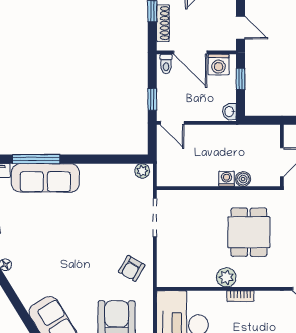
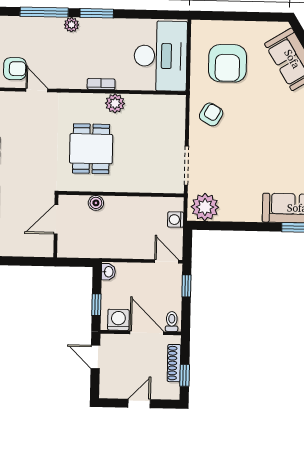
plant: (142, 171) -> (205, 207), width x1.87, depth x1.87
washing machine: (227, 179) -> (176, 220), moved, turned 90

